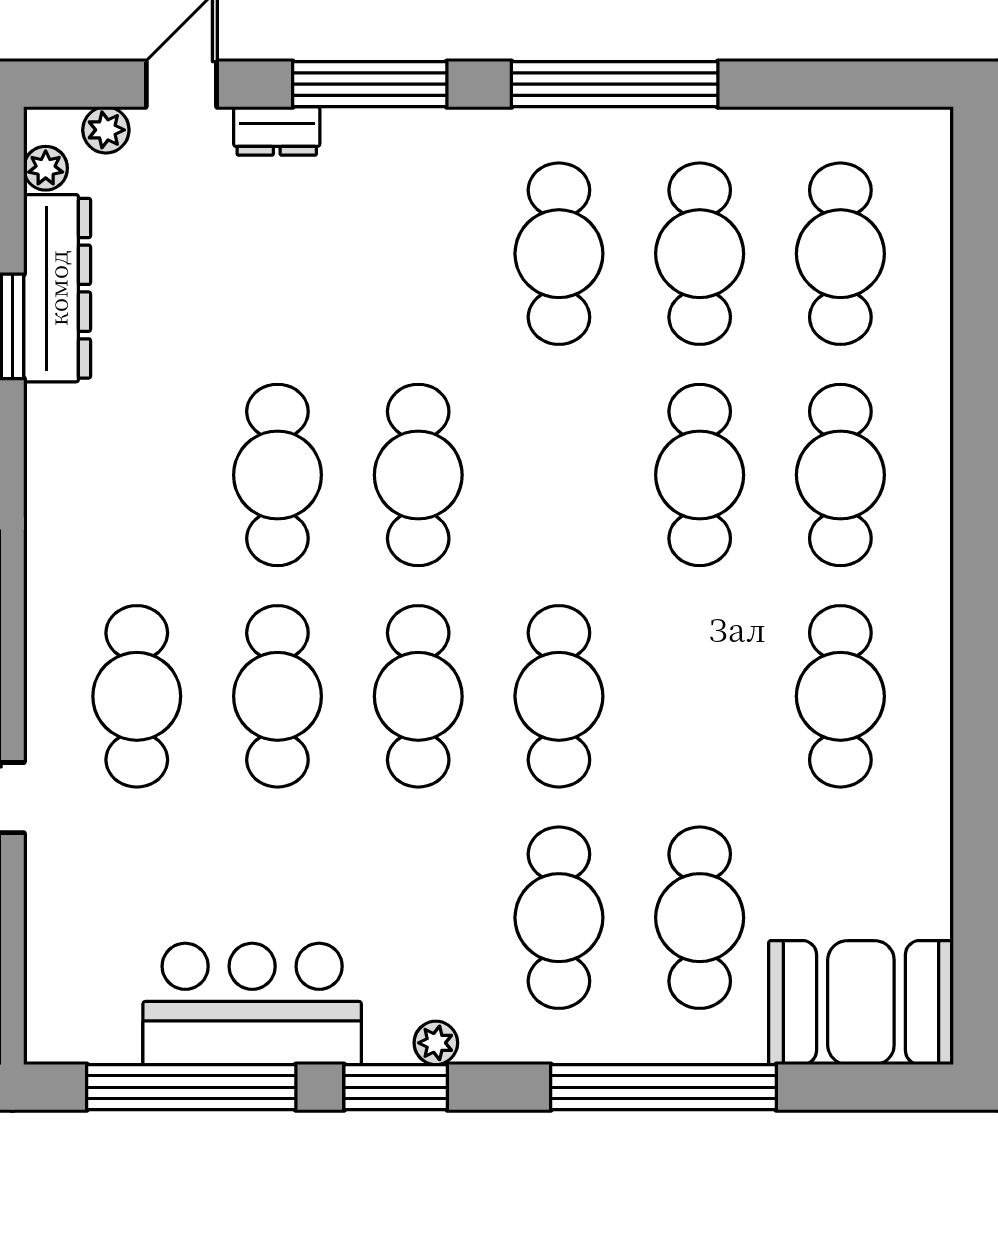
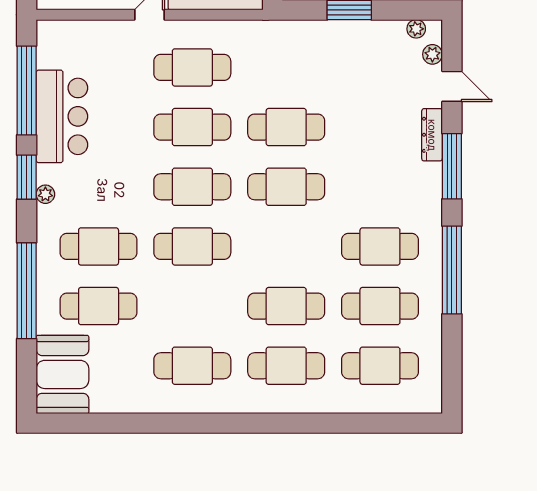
dresser: (277, 131) -> (432, 135), width x1.44
dresser: (57, 288) -> (365, 34), removed

